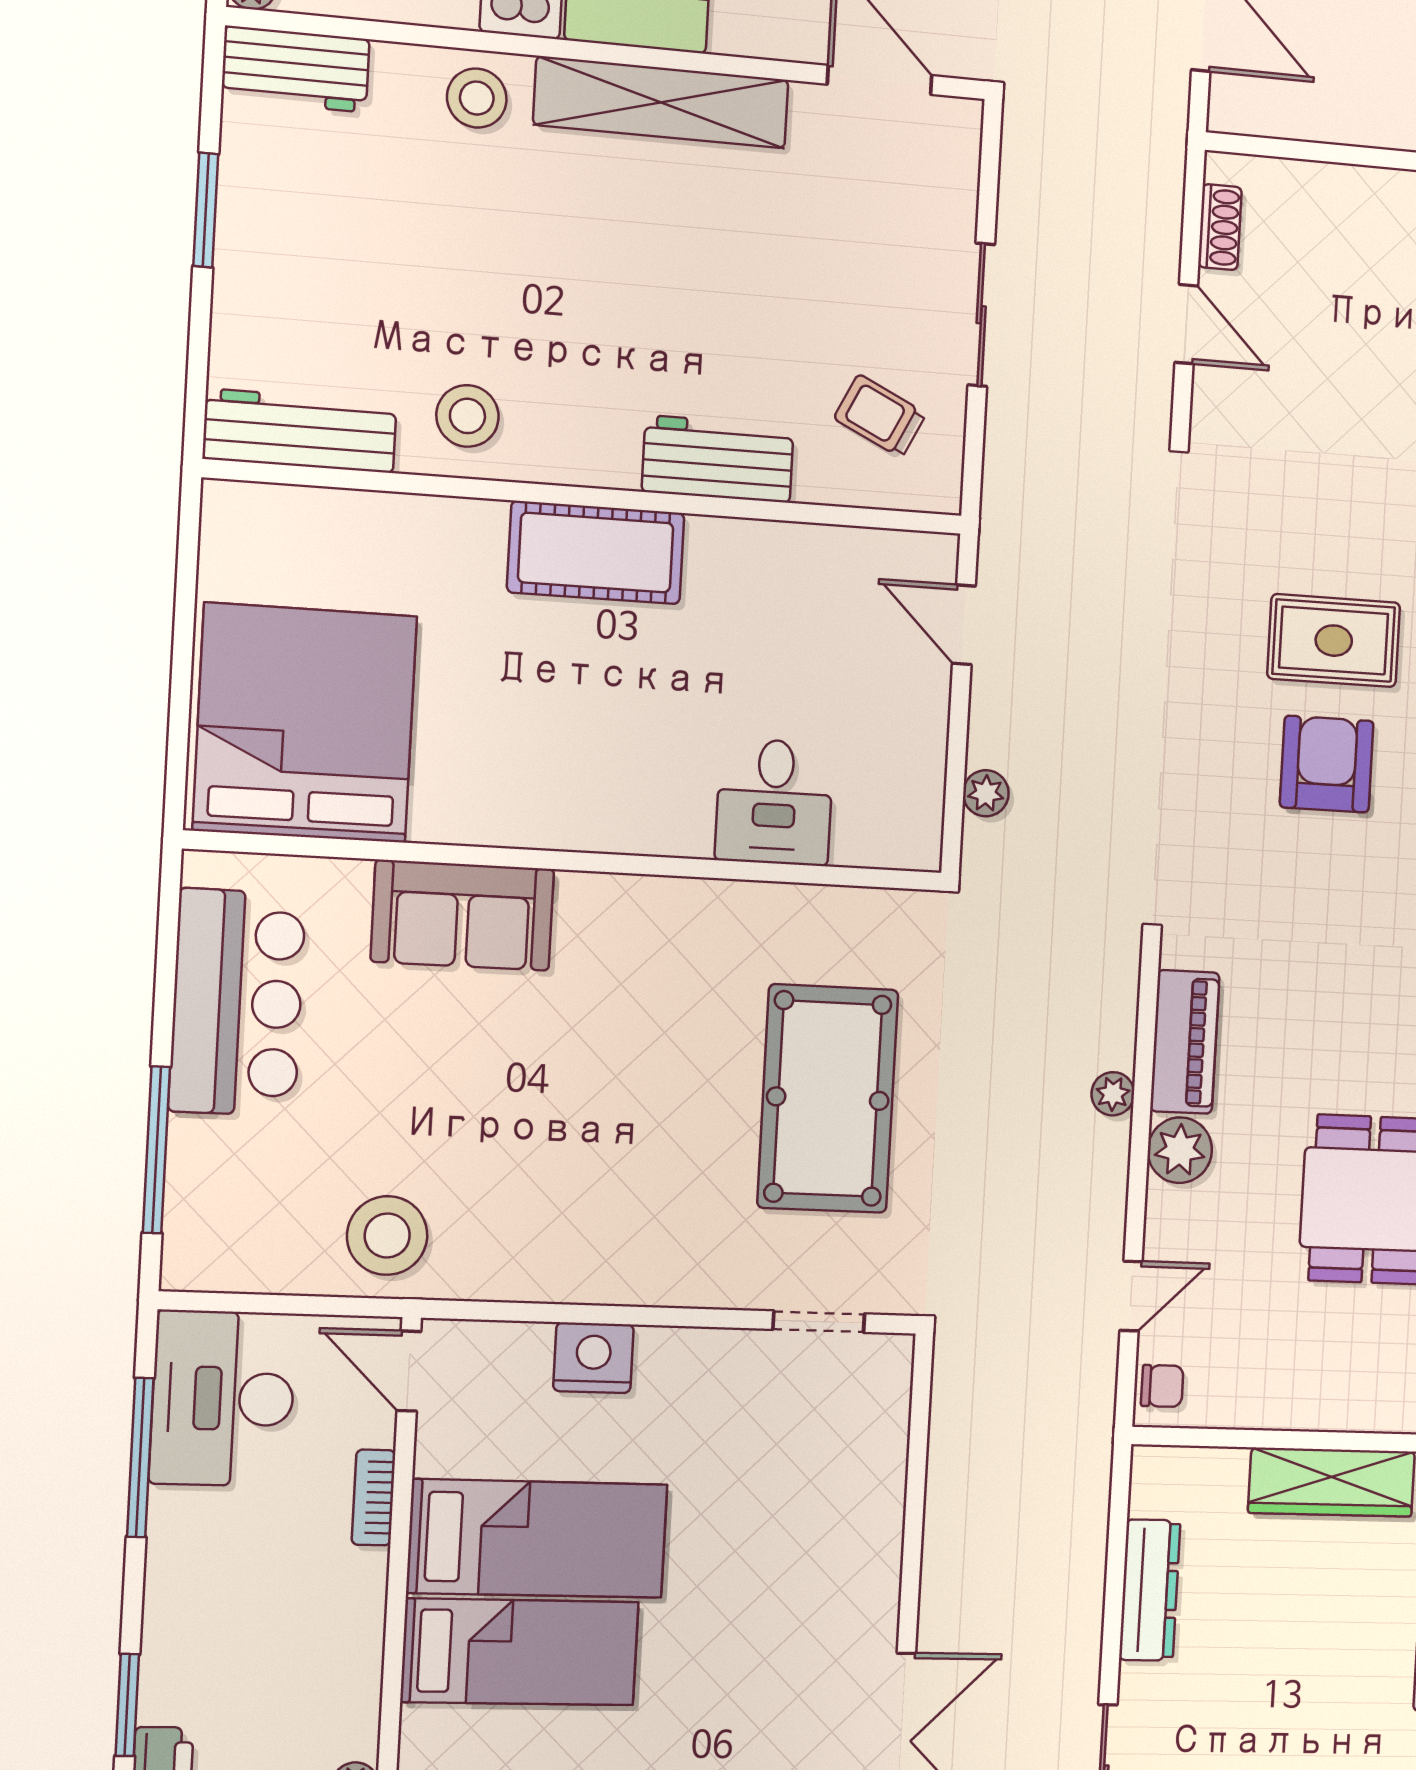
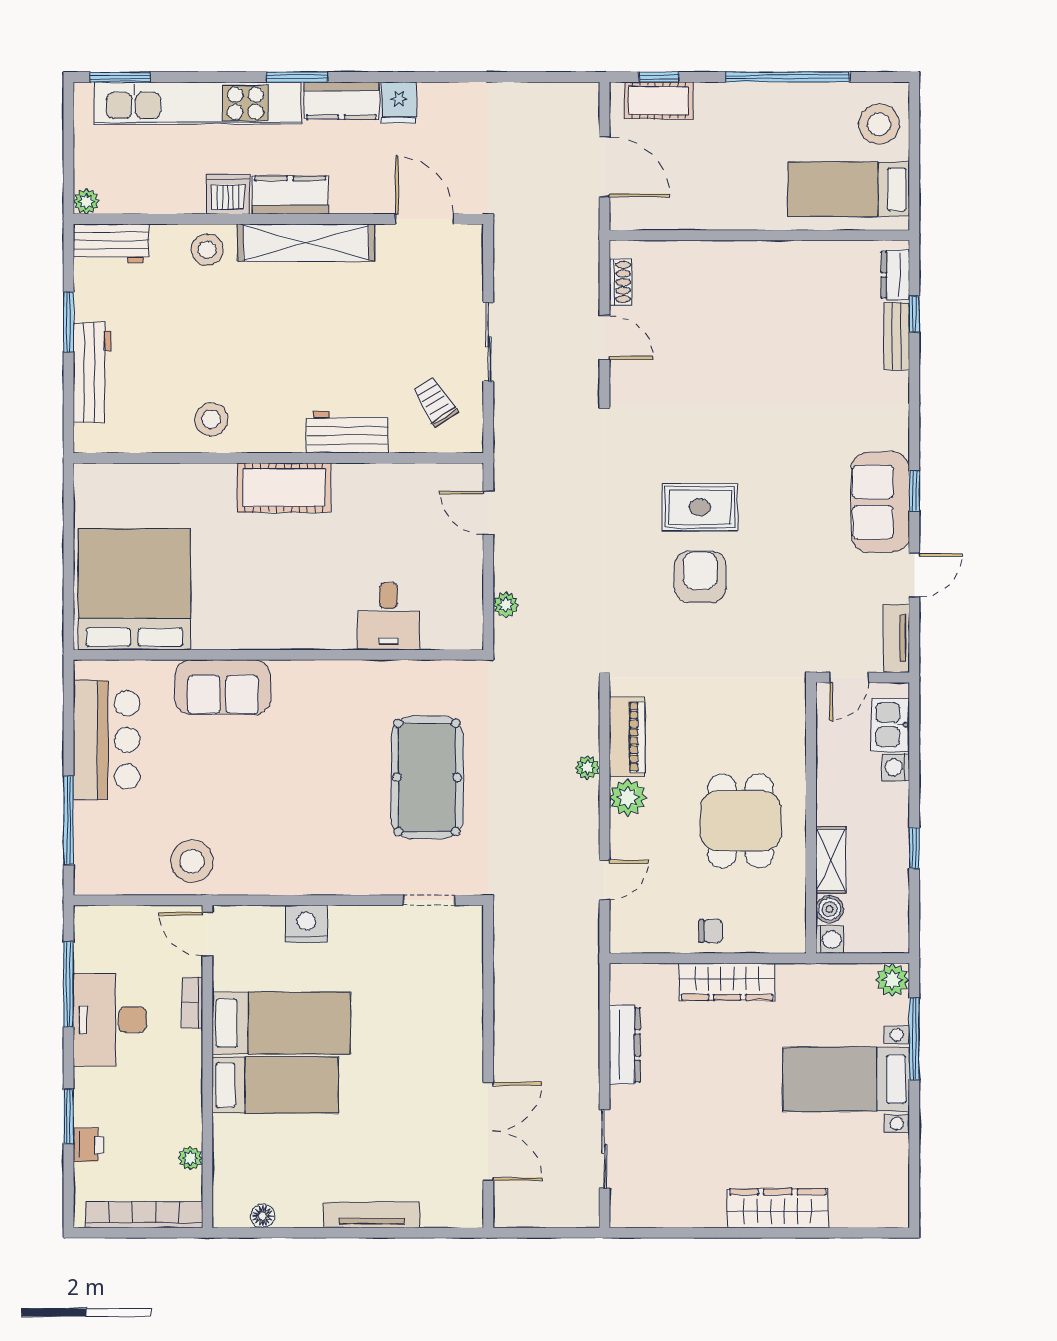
trolley: (880, 416) -> (435, 402), turned 31
workbench: (300, 431) -> (92, 373), moved, turned 90
chair: (1162, 1386) -> (711, 931), moved
desk: (223, 1398) -> (110, 1020), moved

